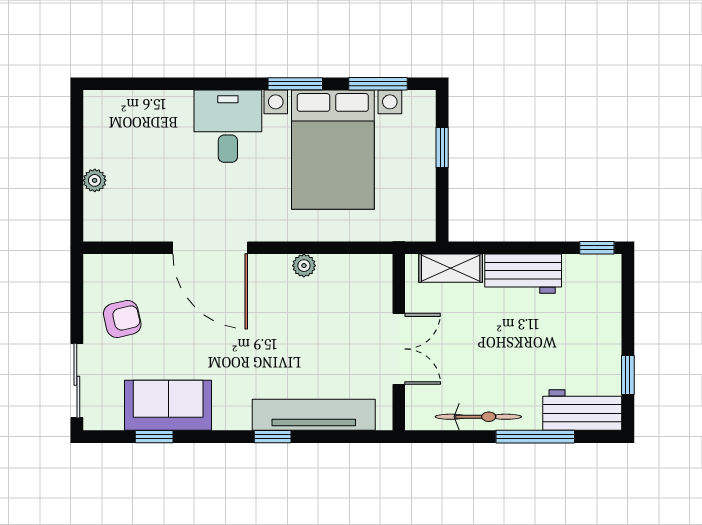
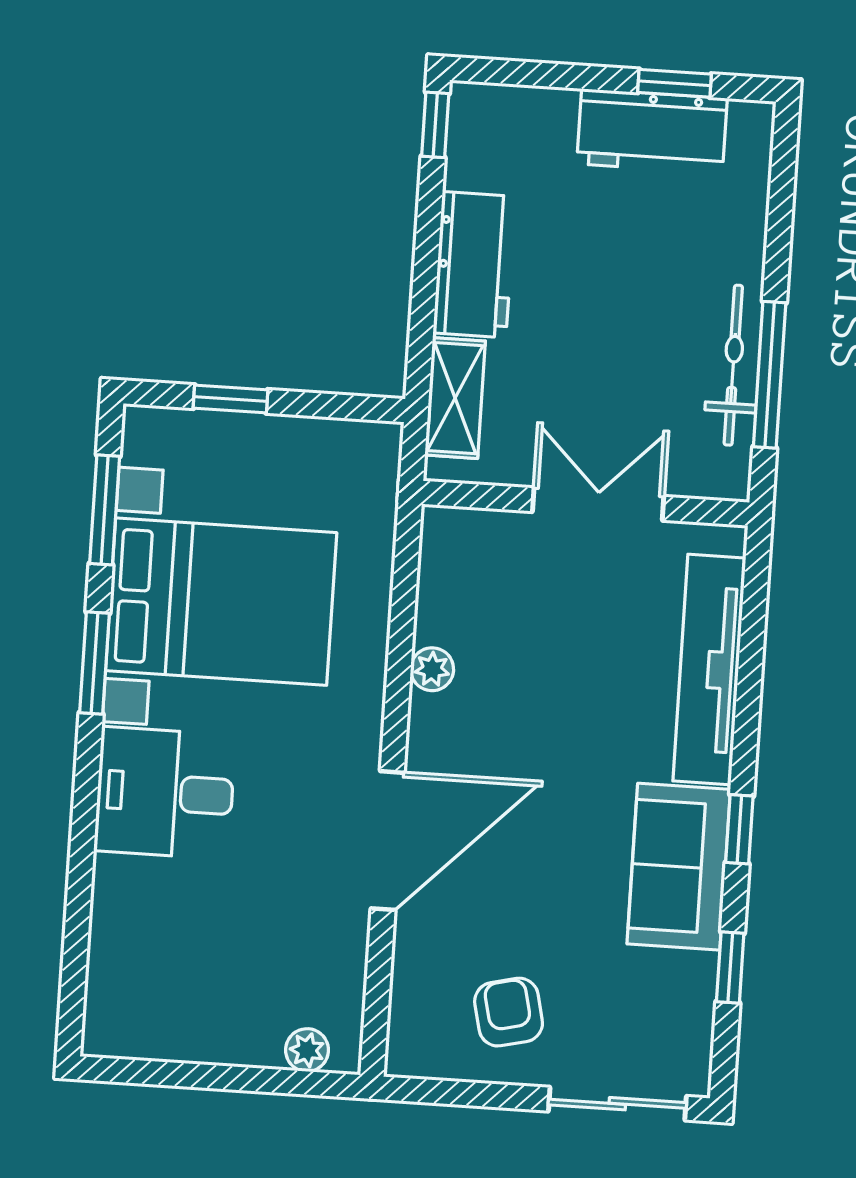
plant: (95, 180) -> (307, 1050), moved
sofa: (168, 405) -> (679, 867), moved
workbench: (582, 410) -> (652, 131), moved, turned -90
window: (273, 437) -> (739, 829), moved
window: (535, 437) -> (770, 375), moved

